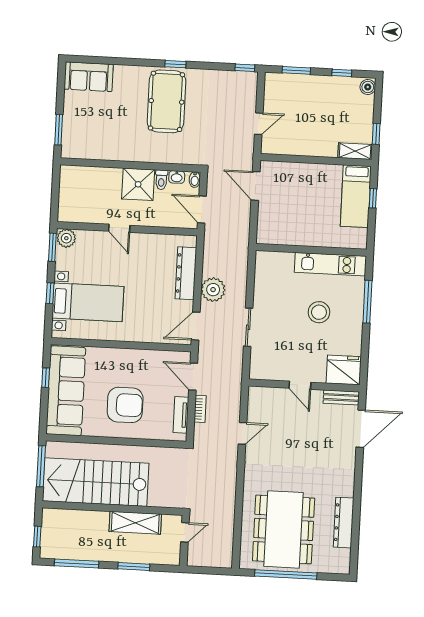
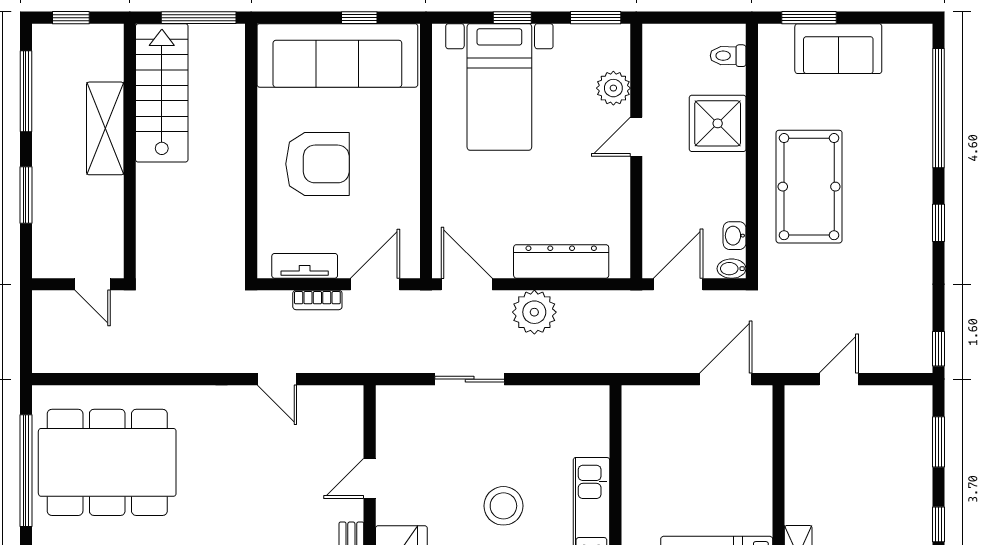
window: (112, 61) -> (938, 108), added
sofa: (89, 77) -> (838, 49), moved, turned -90
pool table: (166, 101) -> (809, 187), moved, turned 90
door: (259, 124) -> (839, 379), swing flipped
toilet: (161, 180) -> (728, 56), moved
shower: (138, 184) -> (718, 123), moved
plant: (66, 238) -> (613, 88), moved
armchair: (125, 405) -> (317, 164), turned -90
stairs: (96, 482) -> (162, 93), width x0.73, depth x0.66
shelving: (135, 523) -> (105, 128), moved

